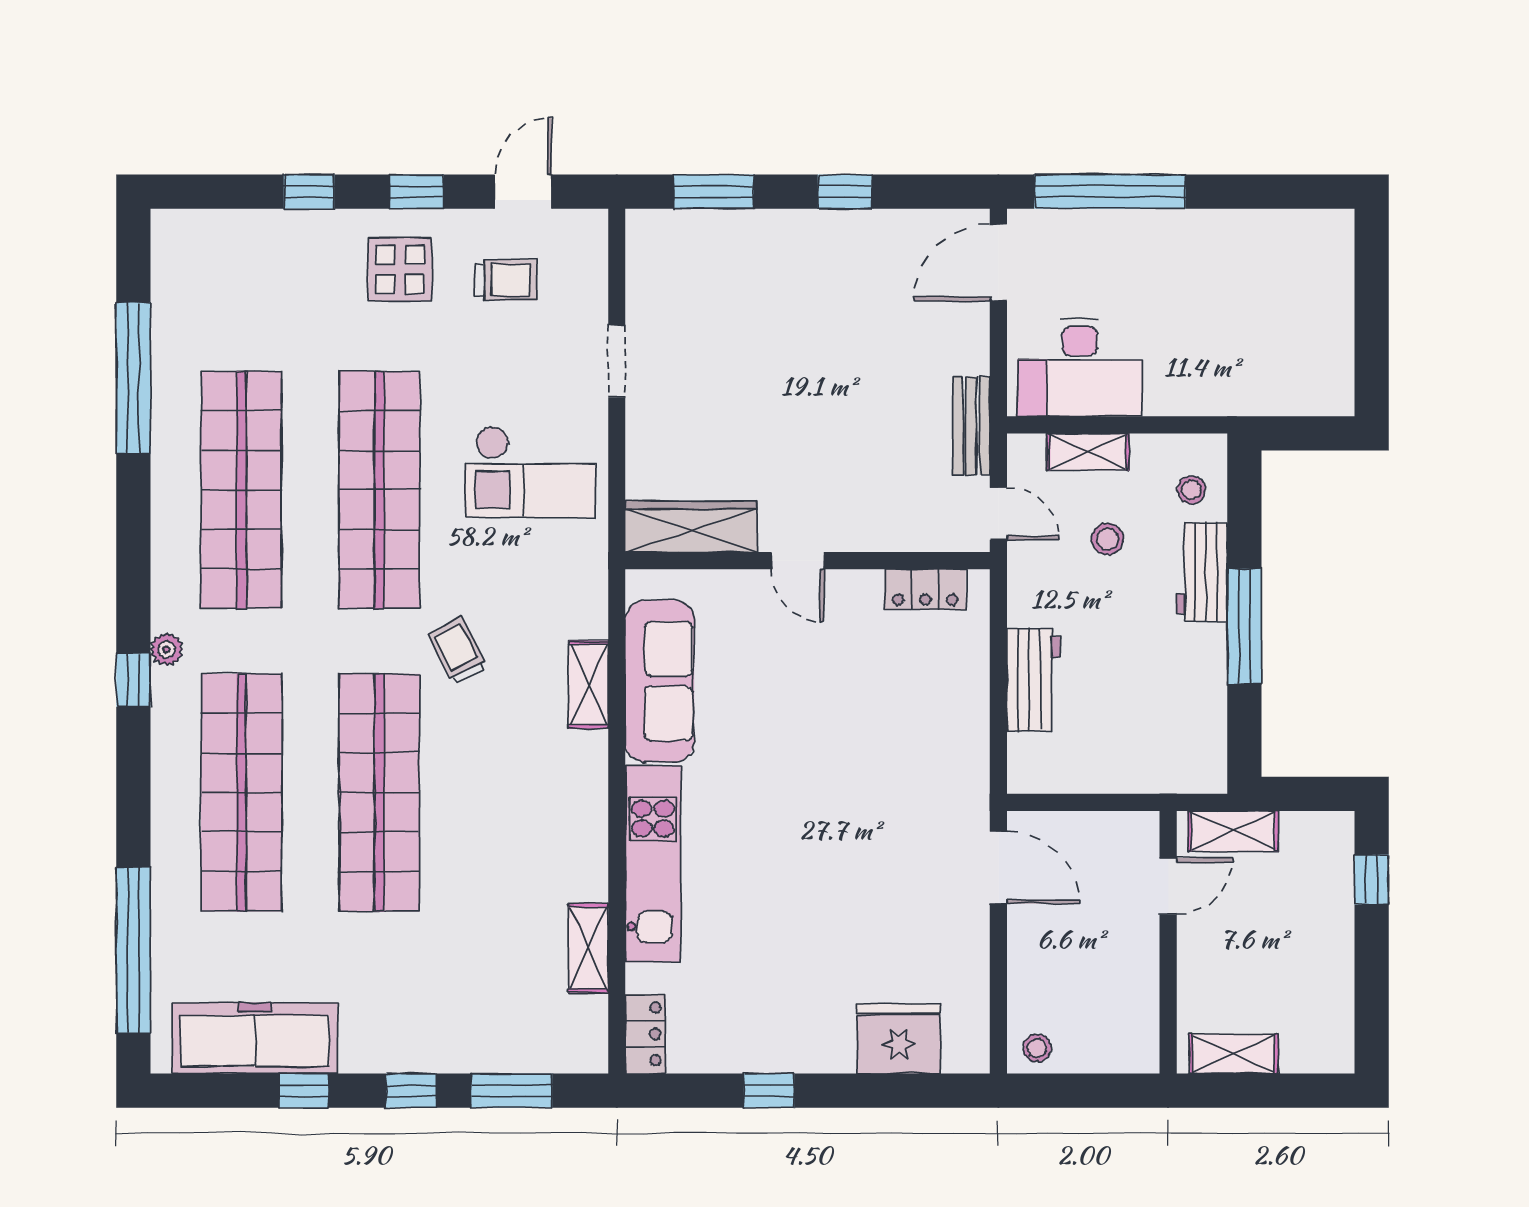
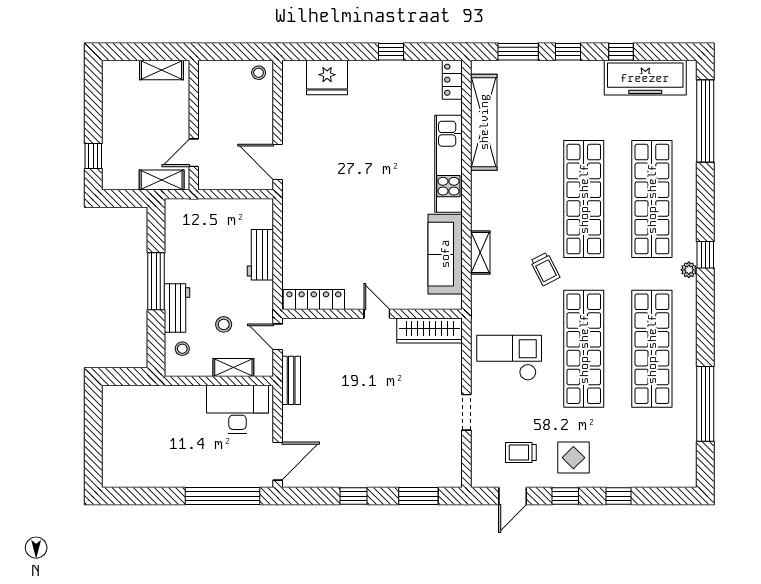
locker: (925, 590) -> (314, 299), width x1.53
shelving: (588, 948) -> (484, 122), width x2.20, depth x1.33

